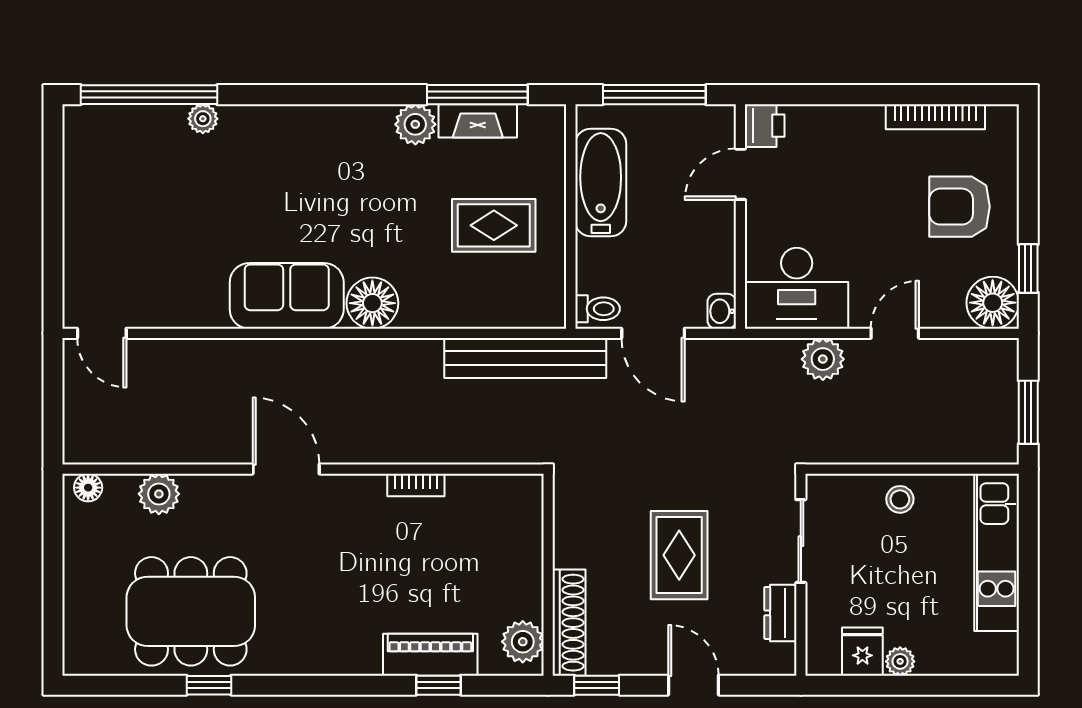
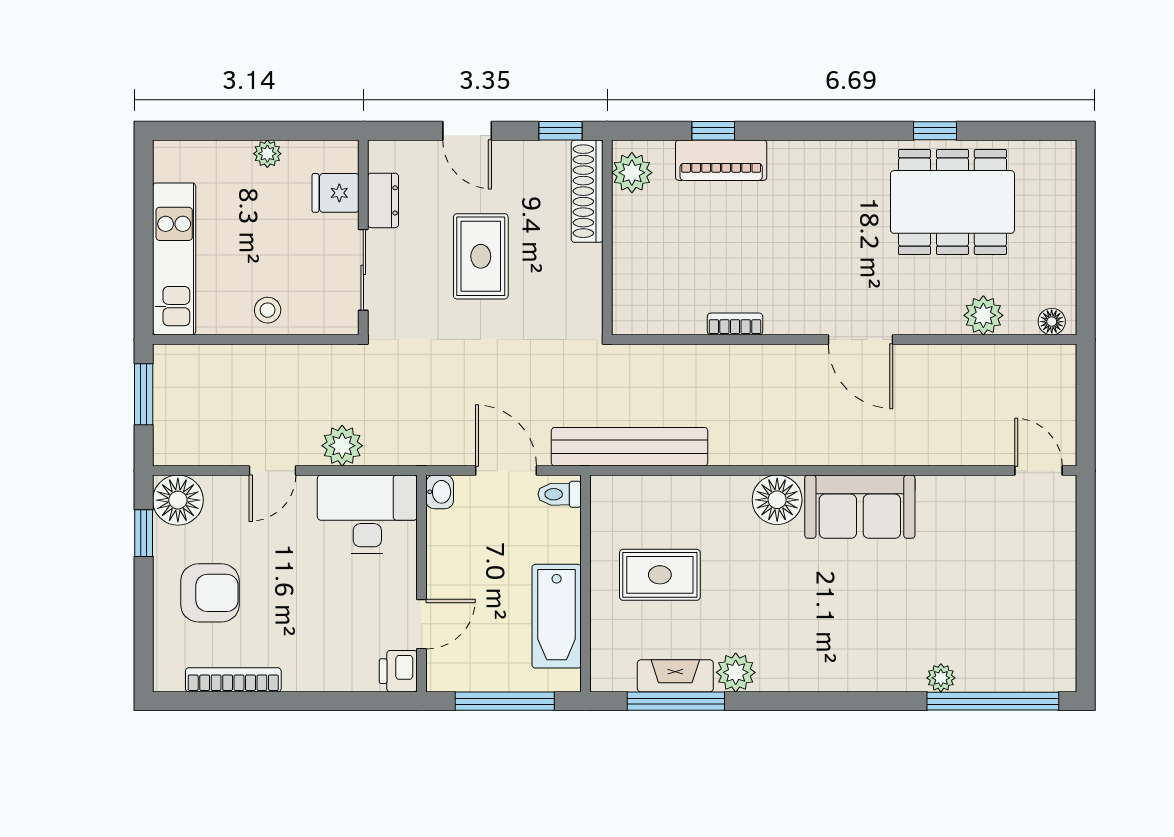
fridge: (862, 652) -> (336, 193), moved, turned 90

